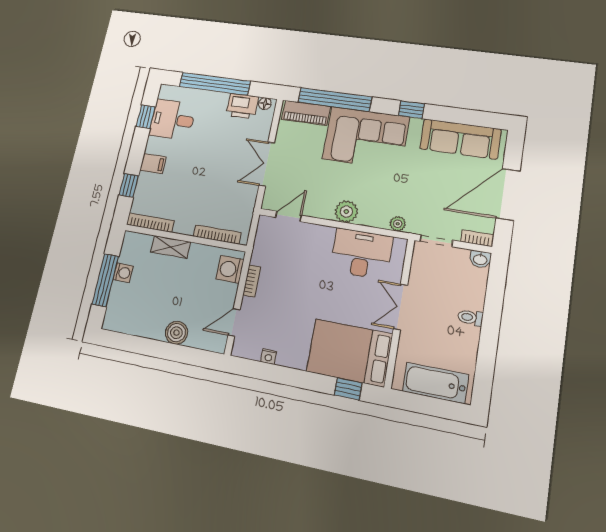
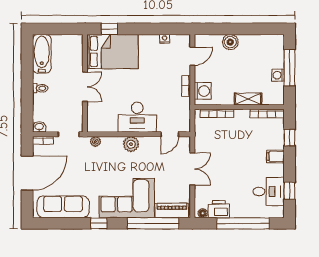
desk: (361, 254) -> (137, 117), moved
bathtub: (435, 383) -> (42, 54), moved, turned -90

